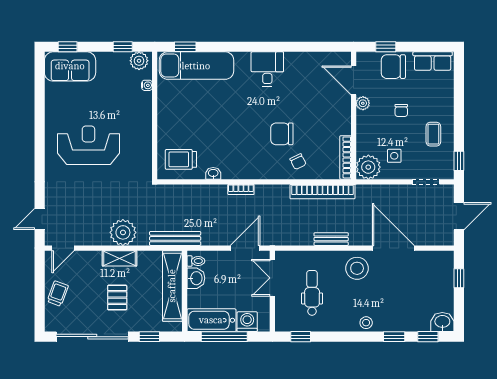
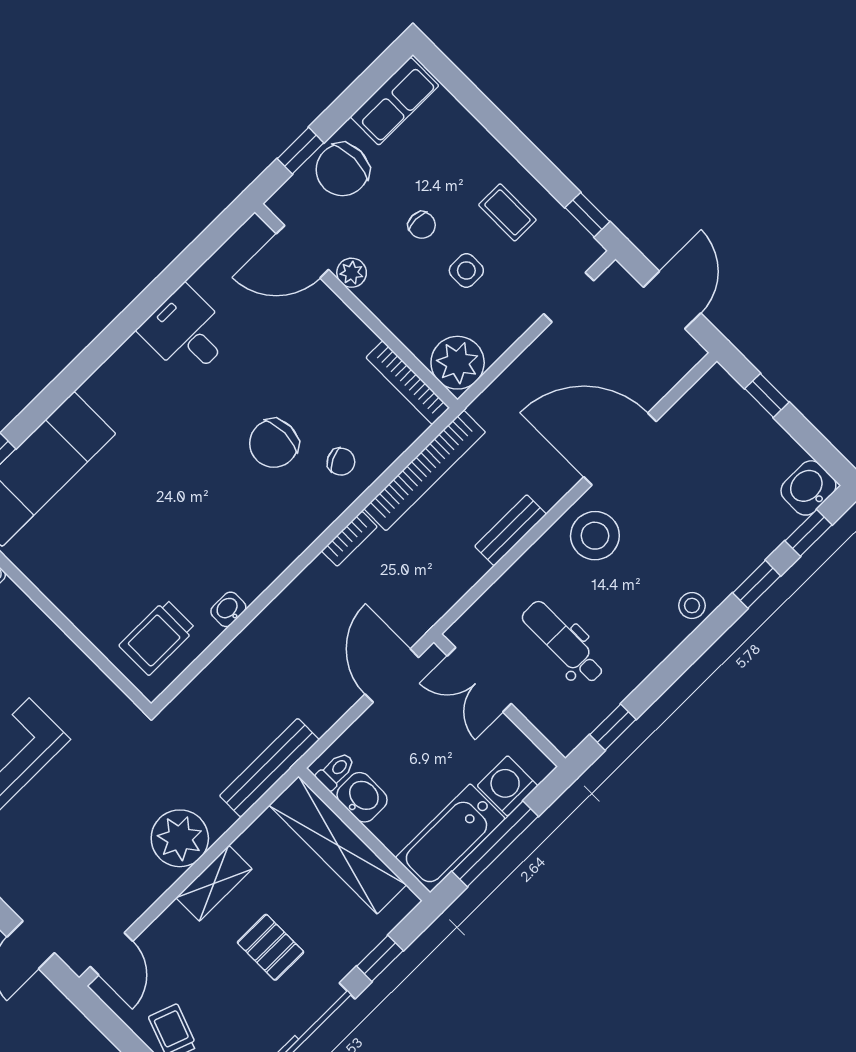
desk: (267, 69) -> (186, 332), moved
side table: (394, 156) -> (466, 270), moved
bookcase: (241, 190) -> (349, 539), moved

